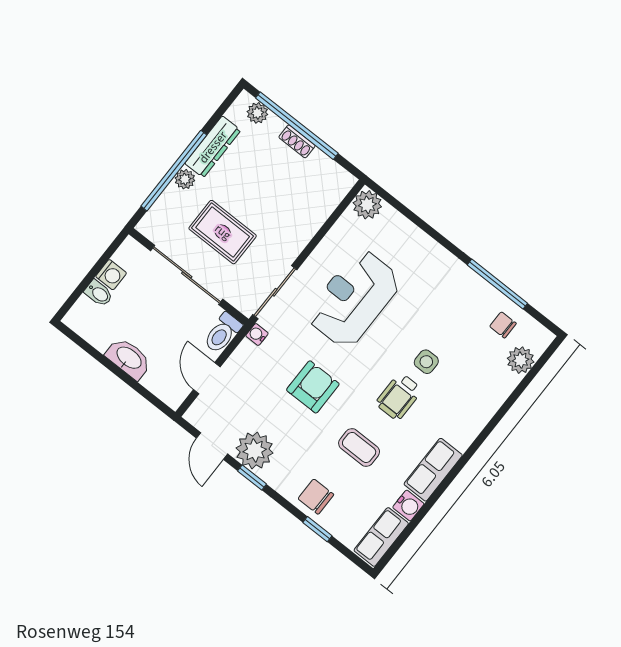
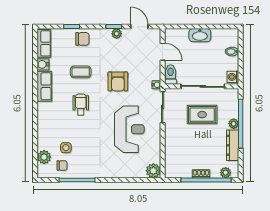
washing machine: (111, 275) -> (233, 77), moved
side table: (426, 362) -> (66, 148), moved
plant: (255, 451) -> (117, 34), width x0.53, depth x0.53

